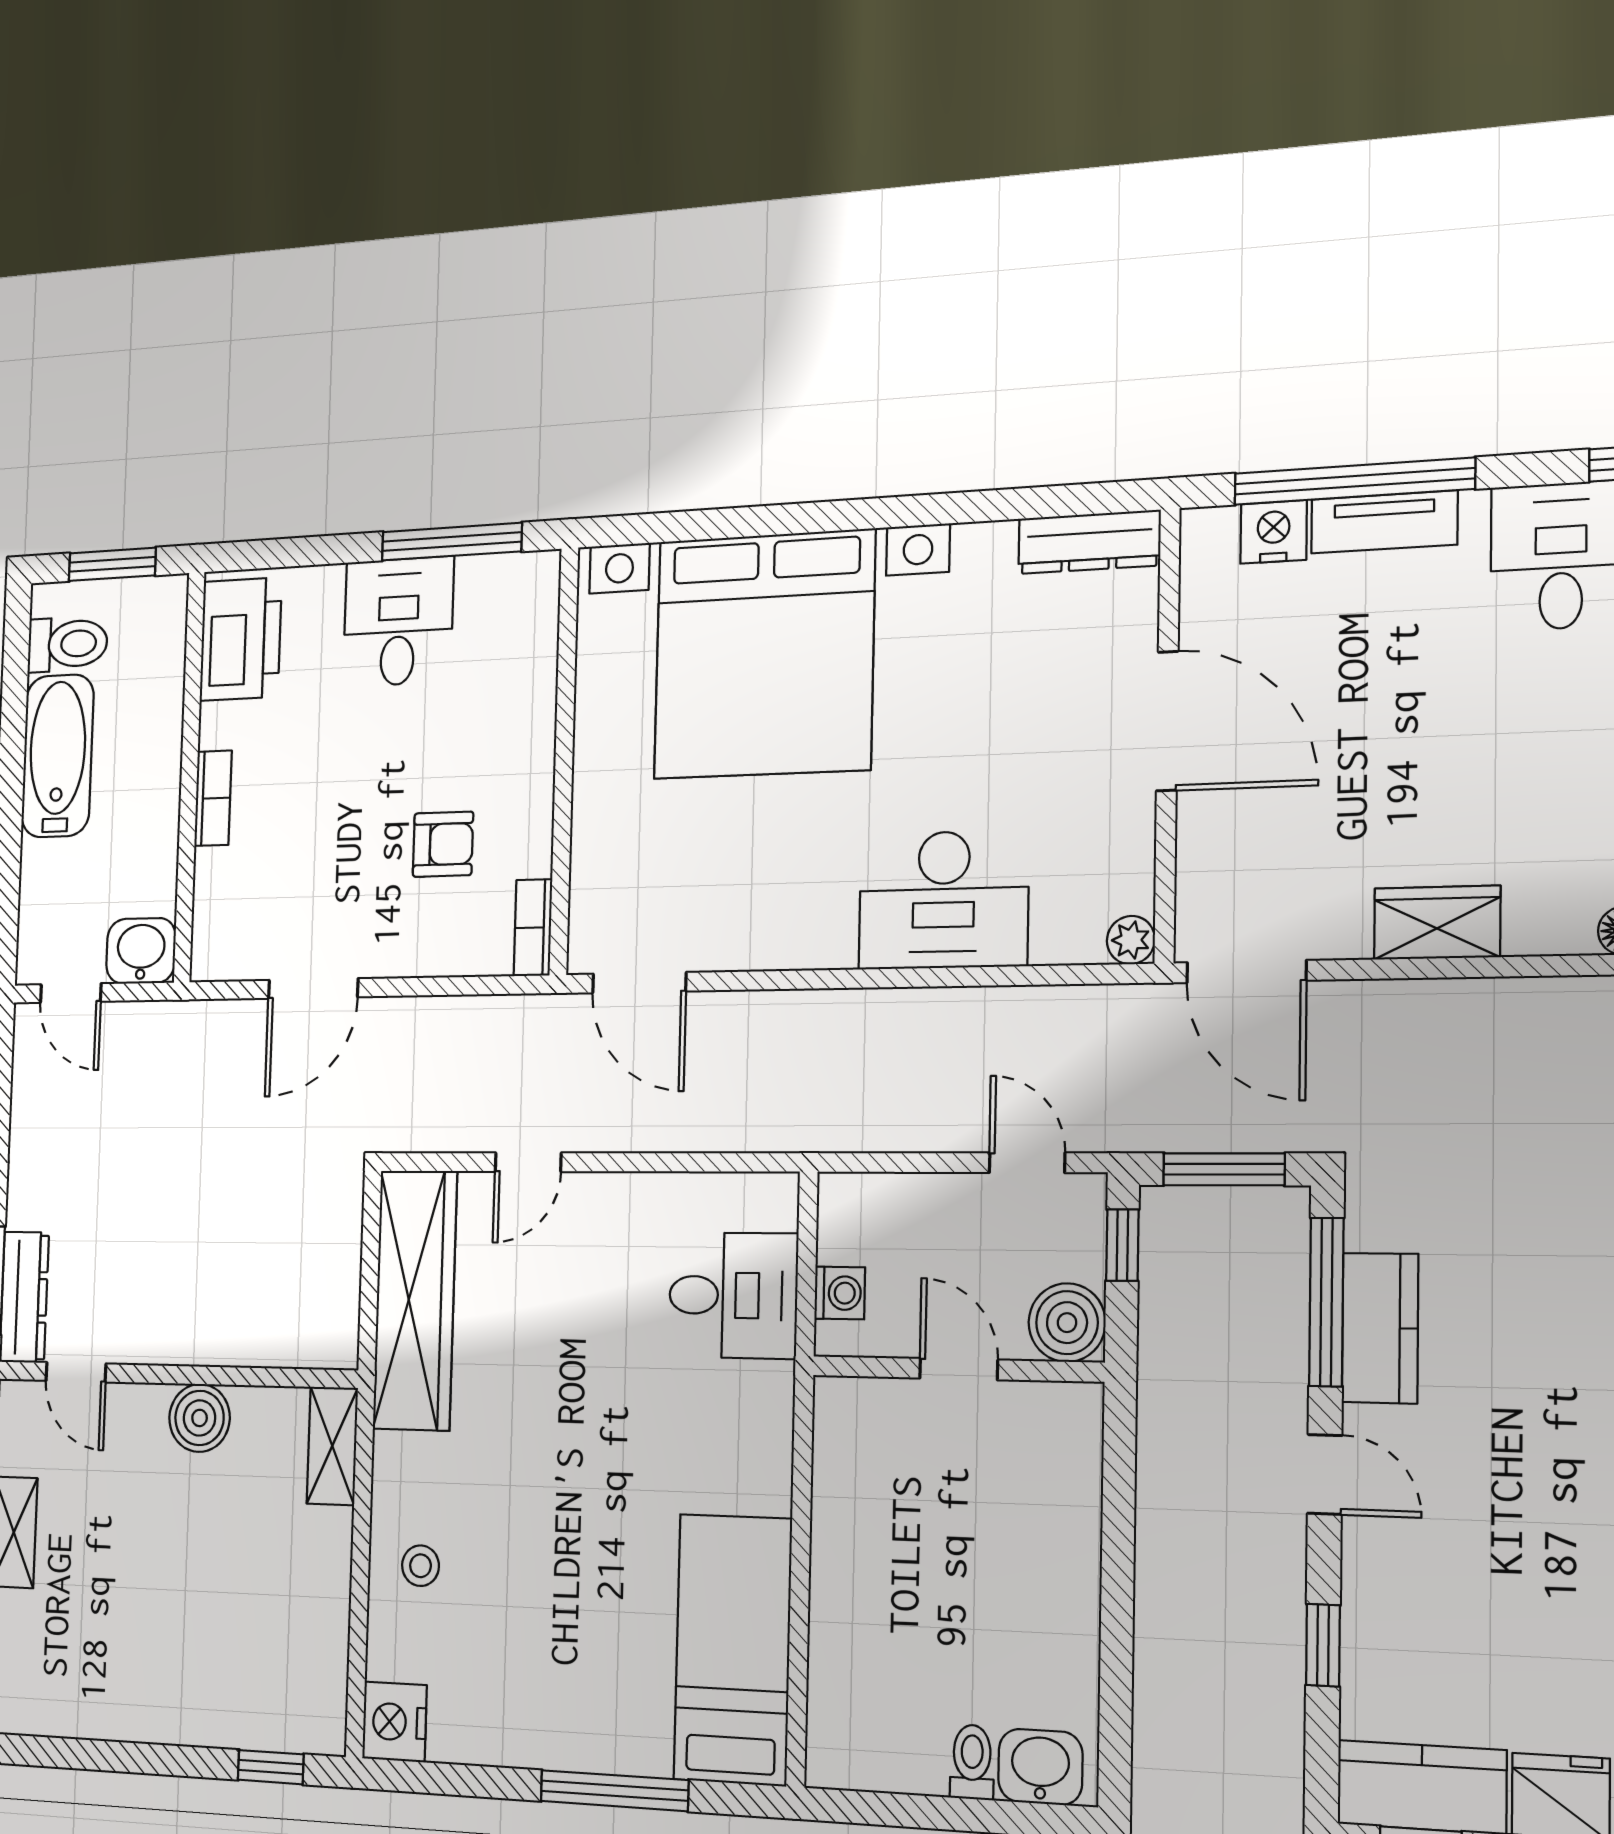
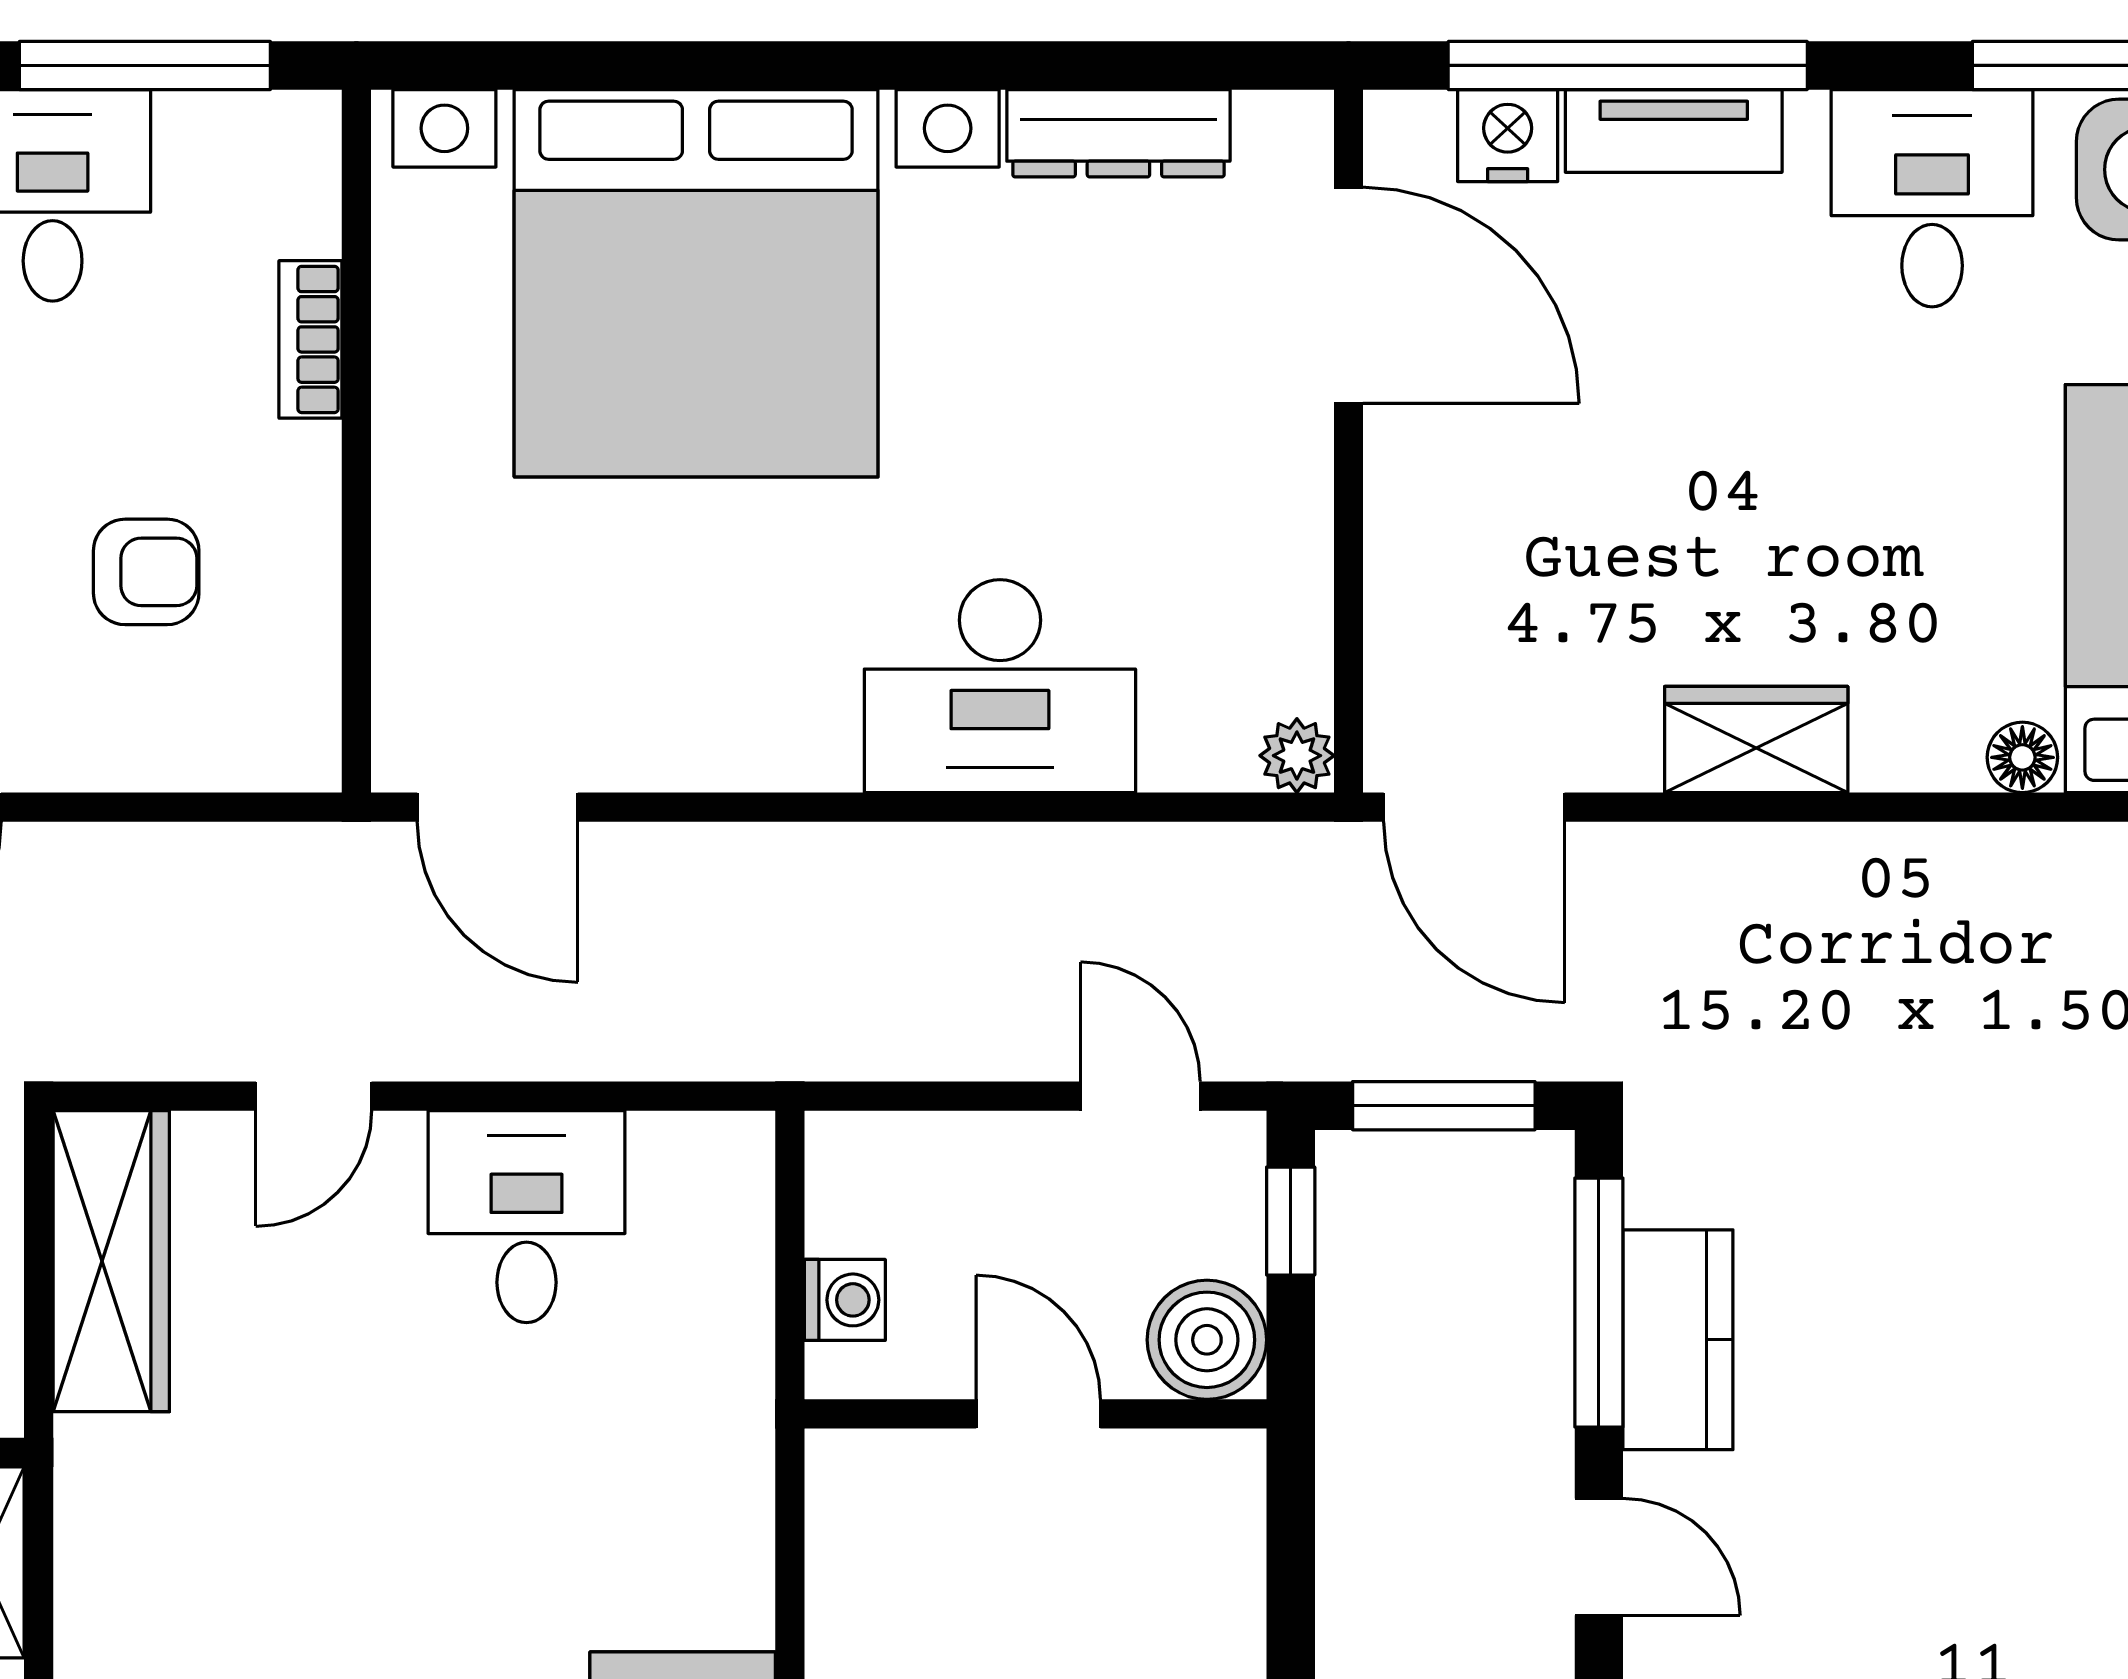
dresser: (1089, 542) -> (1118, 133), moved
door: (1167, 721) -> (1348, 295), moved
bookcase: (533, 928) -> (310, 339), moved
desk: (733, 1295) -> (526, 1217), moved, turned -90
wardrobe: (415, 1300) -> (111, 1261), width x0.71, depth x0.85

